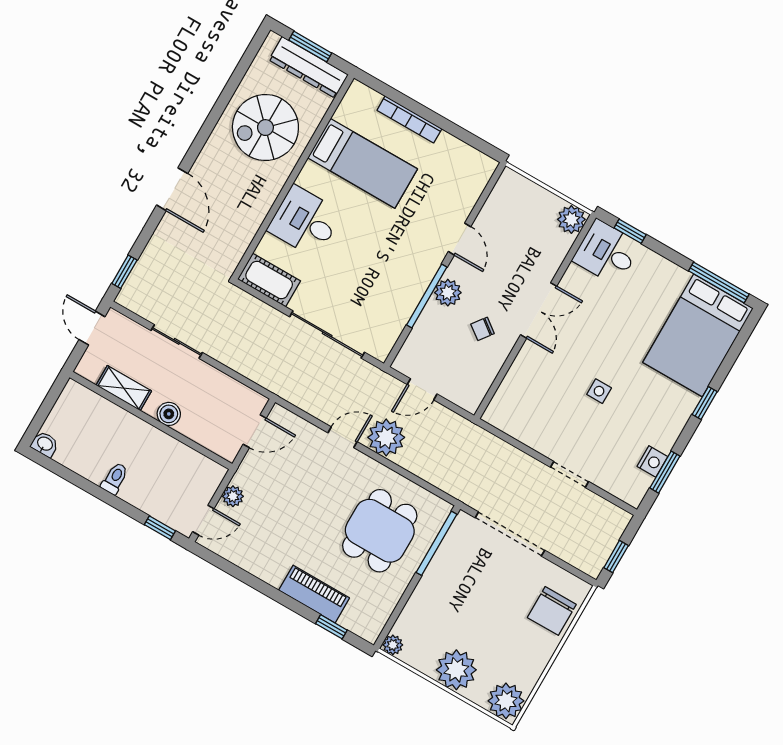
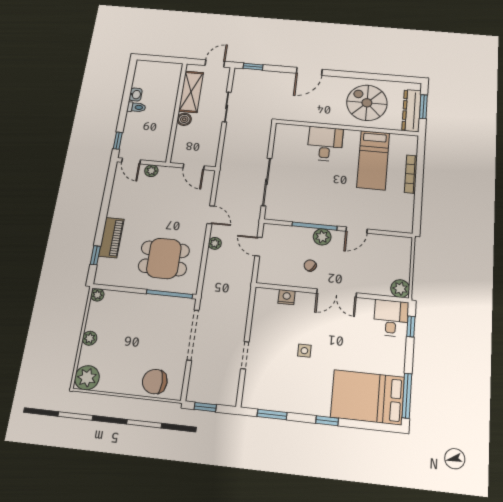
cot: (269, 280) -> (283, 139), removed
shelving: (124, 388) -> (191, 92), width x1.50, depth x1.33
plant: (386, 437) -> (215, 243), width x0.53, depth x0.53
washbasin: (45, 444) -> (136, 95), moved
nightstand: (652, 461) -> (287, 297), moved, turned 180
plant: (456, 670) -> (90, 338), width x0.53, depth x0.53

